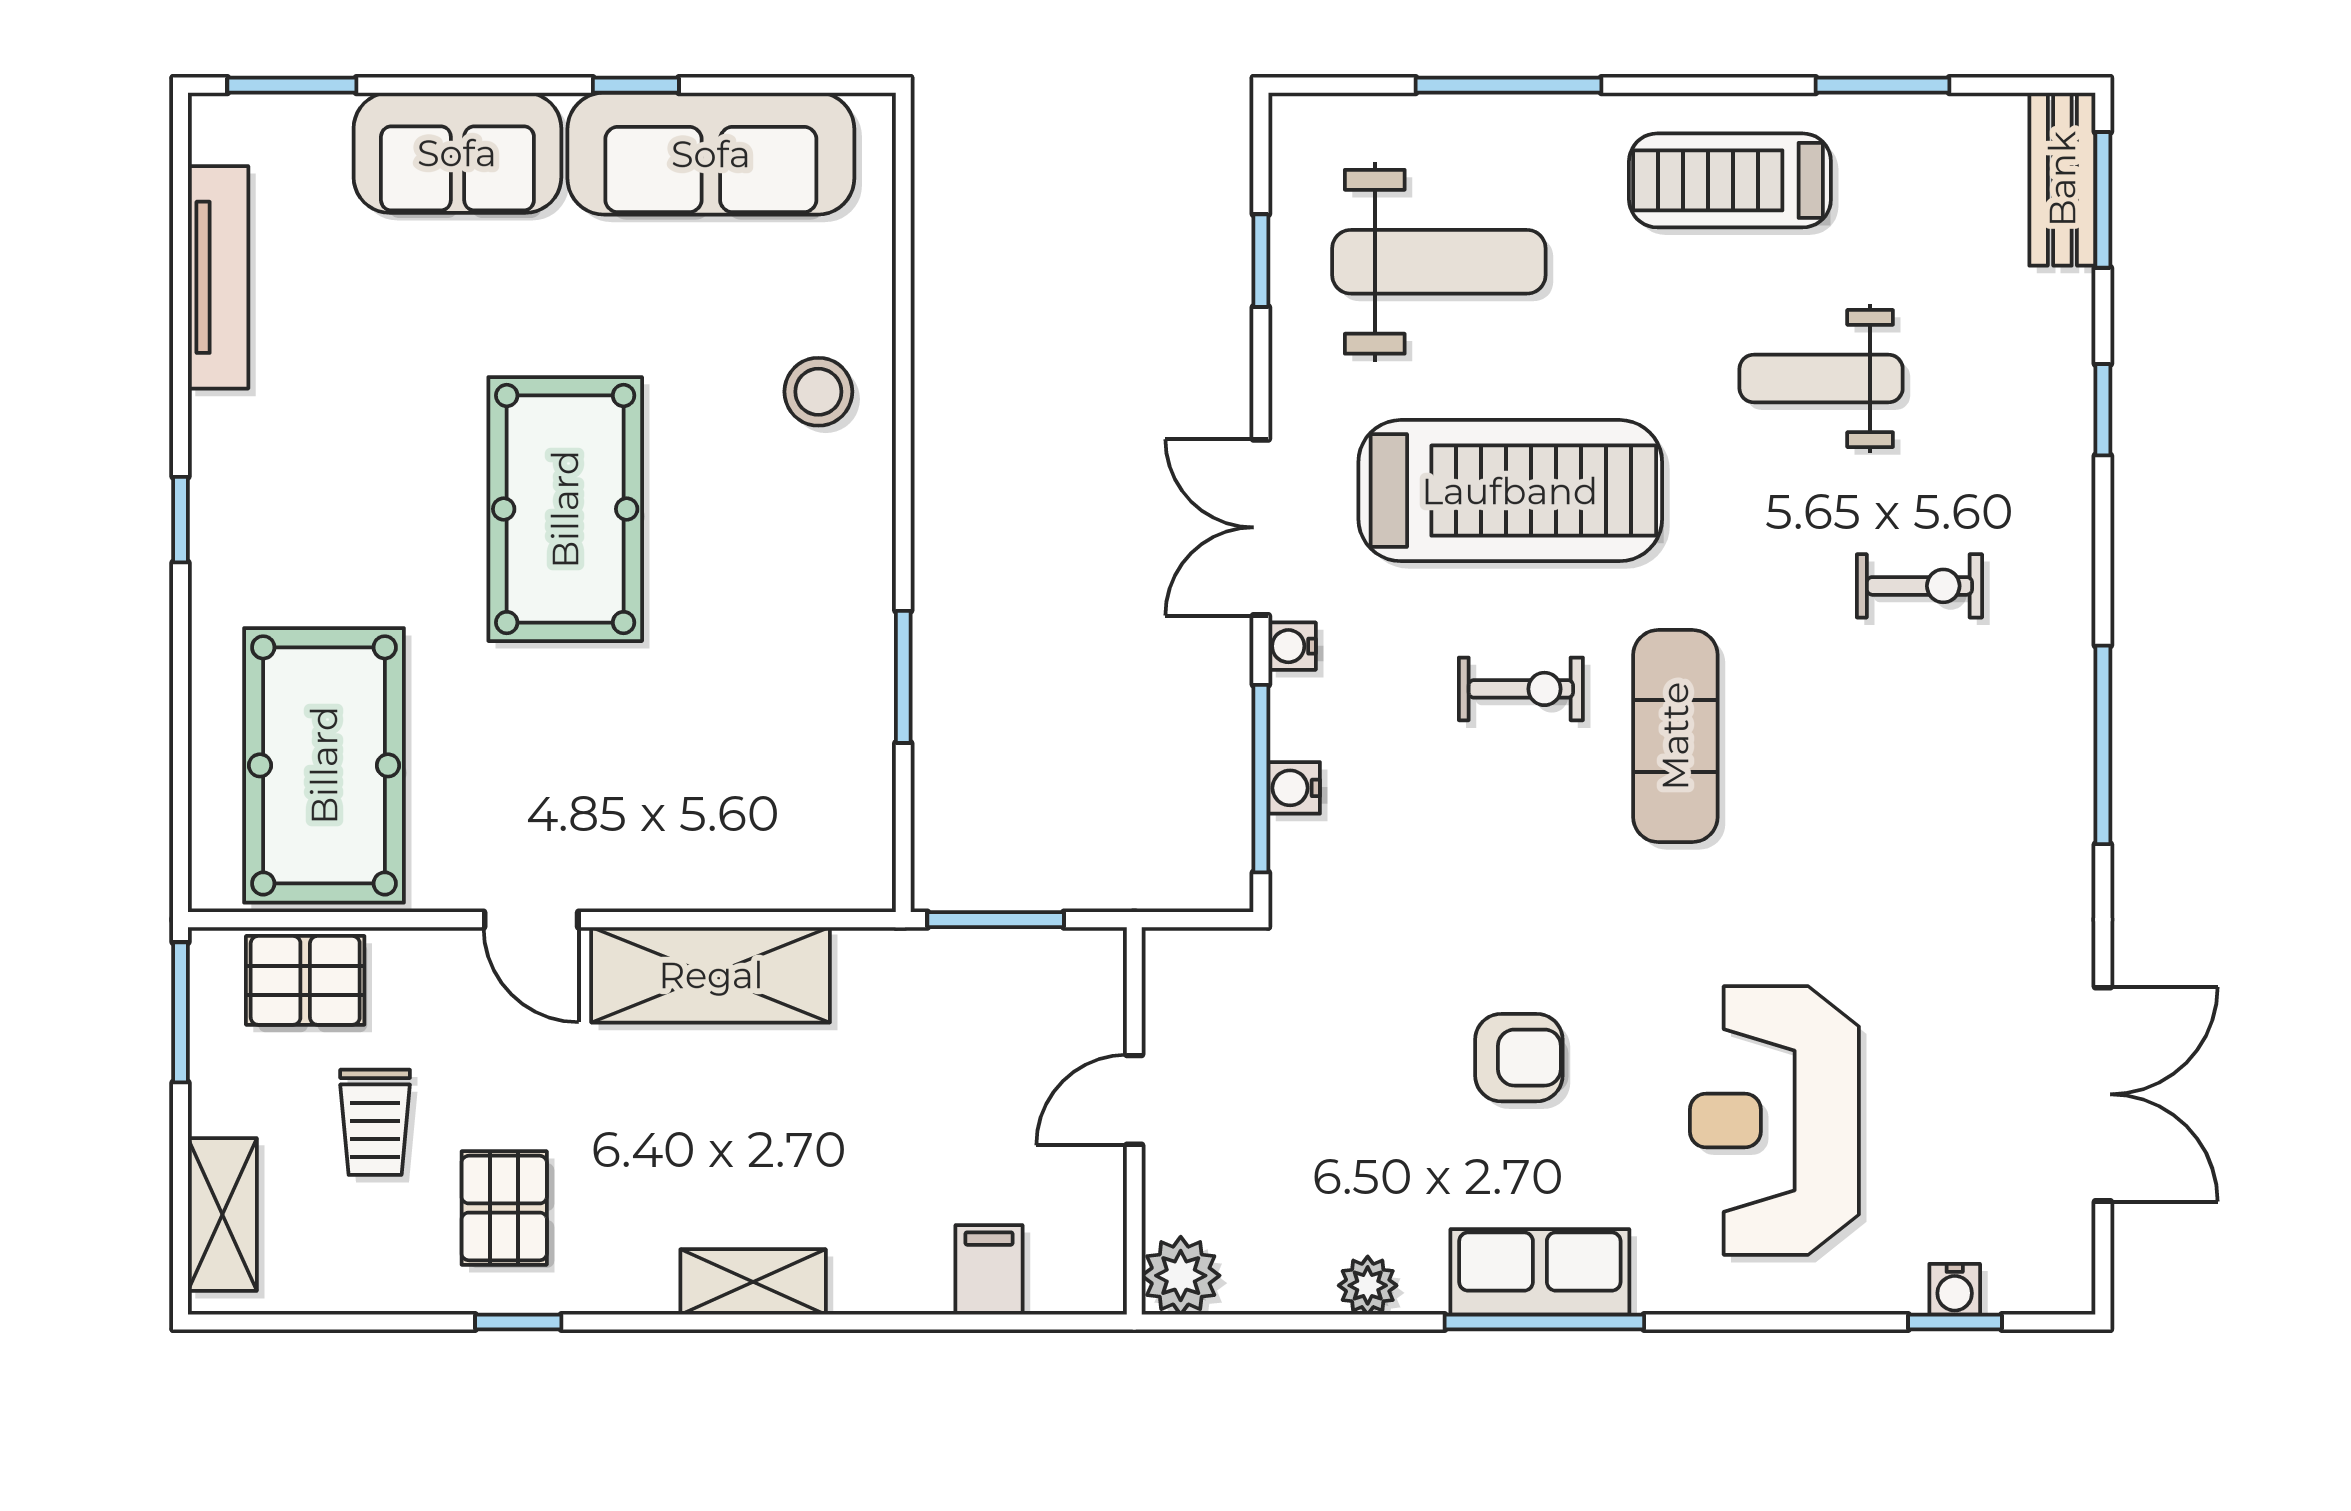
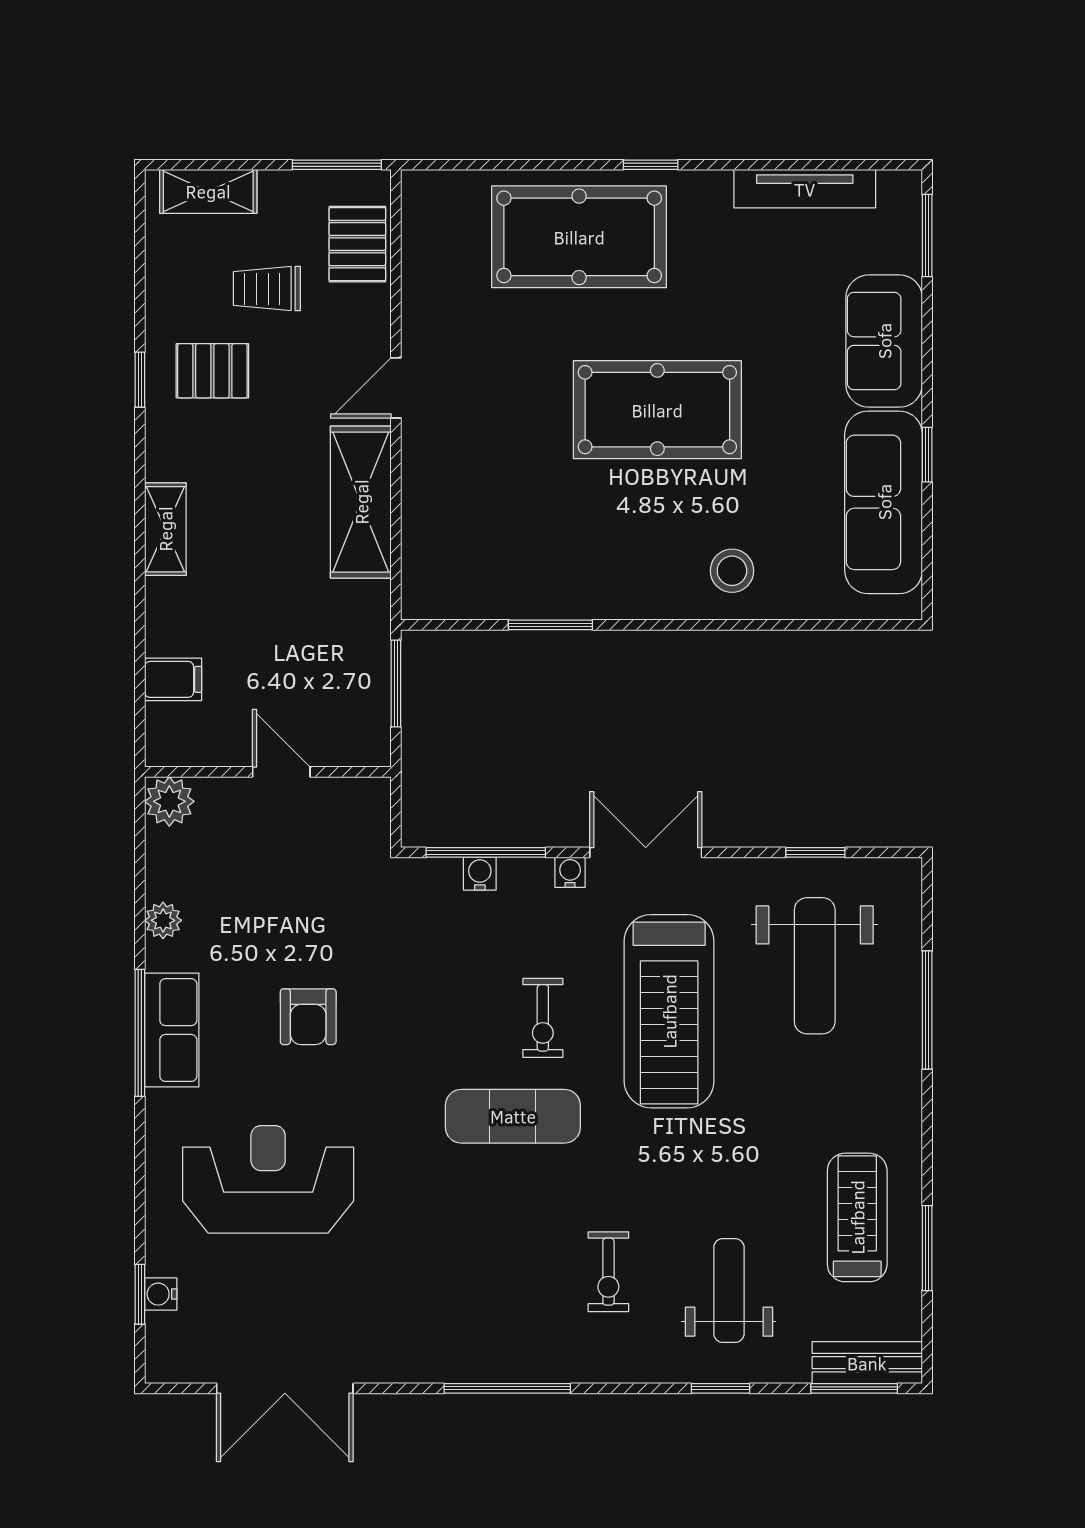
treadmill: (1730, 180) -> (857, 1217), moved
weight bench: (1821, 379) -> (729, 1291), moved
pool table: (324, 765) -> (579, 237), moved

